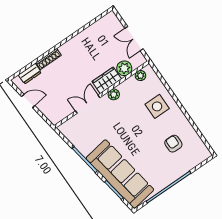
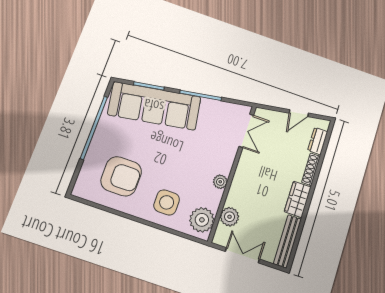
bench: (99, 26) -> (288, 241), added
plant: (140, 76) -> (202, 220), width x1.87, depth x1.87
wardrobe: (107, 80) -> (298, 199), moved, turned 180
double door: (88, 104) -> (246, 131), moved
armchair: (173, 144) -> (121, 176), width x1.88, depth x1.88

